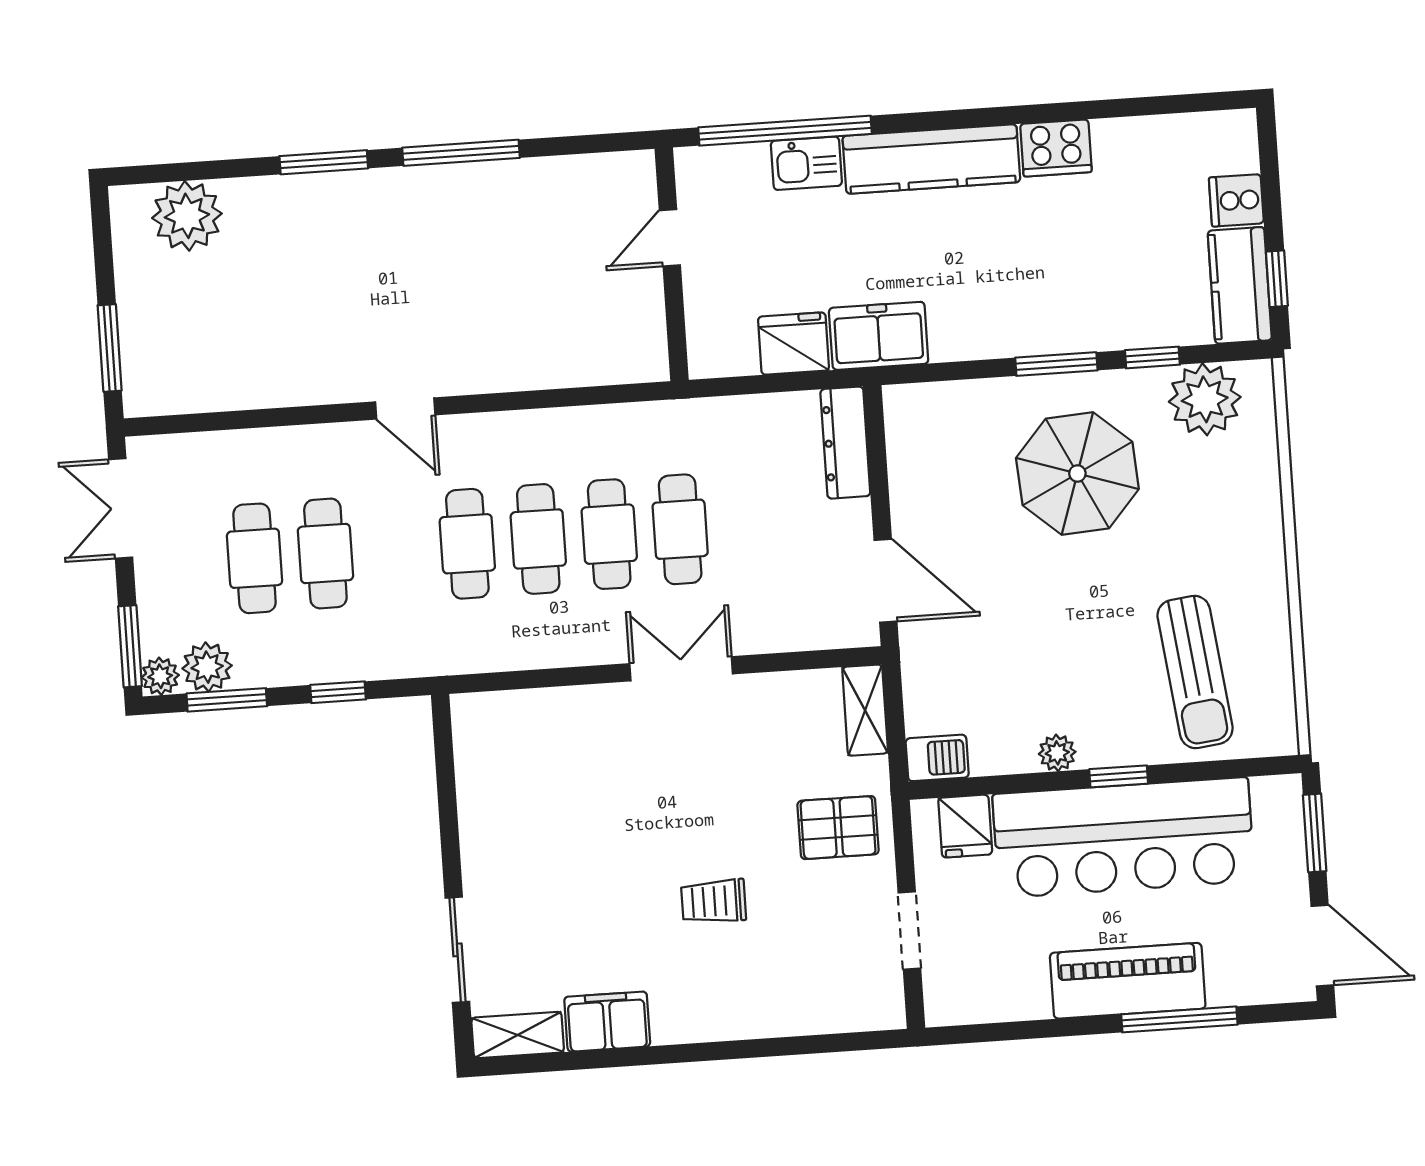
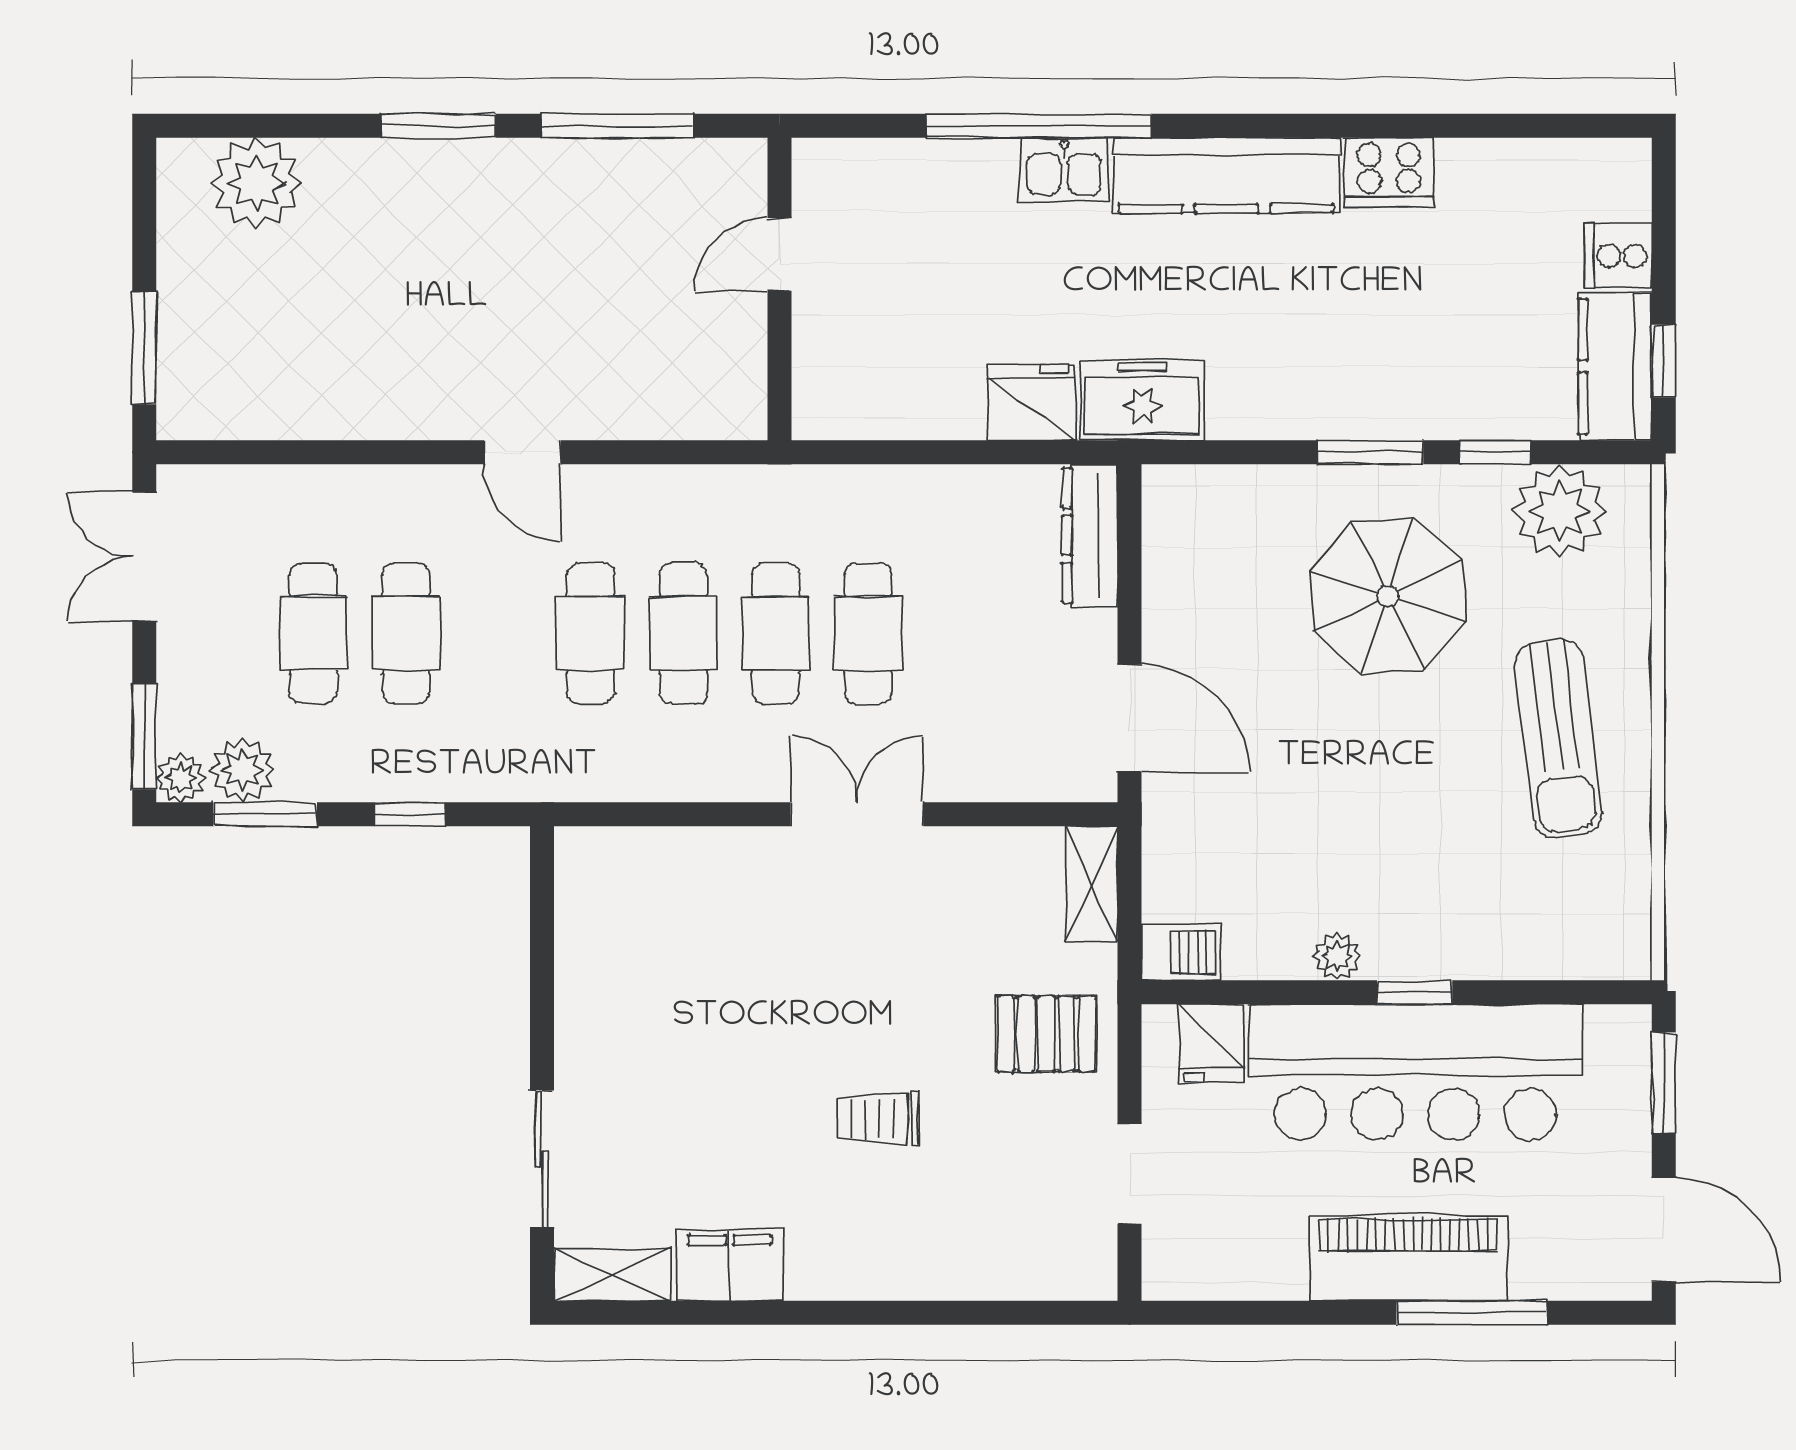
door: (670, 238) -> (779, 254), moved
wall: (672, 264) -> (779, 289), moved
sun lounger: (1195, 672) -> (1558, 739), moved

